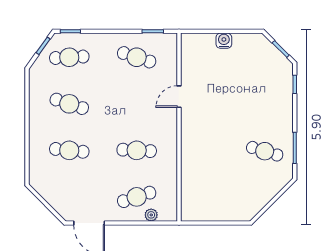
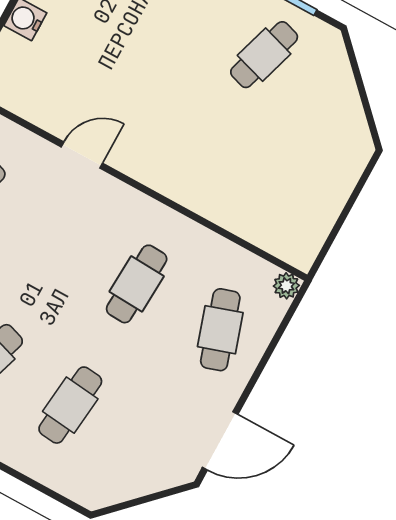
door: (179, 97) -> (82, 155), swing flipped
plant: (151, 215) -> (286, 286), moved

